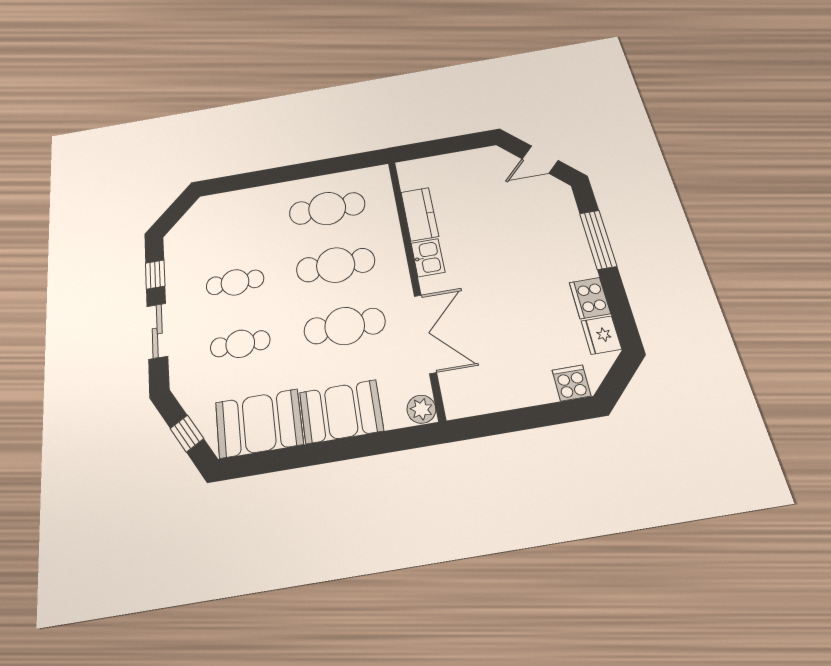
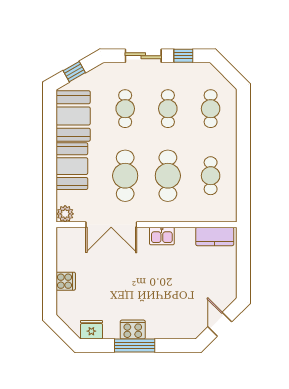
cafe table: (327, 208) -> (211, 176), width x0.73, depth x0.74
kitchen counter: (420, 214) -> (215, 236), moved
cafe table: (230, 225) -> (211, 109), added
window: (598, 240) -> (135, 346), moved
cooker: (590, 298) -> (133, 330), moved
cooker: (571, 383) -> (66, 281), moved

